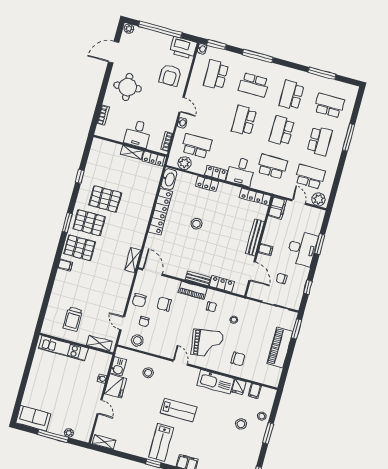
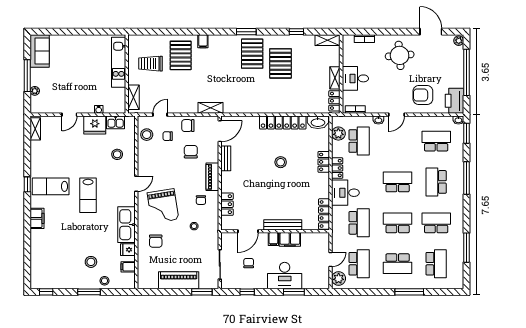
shelving: (95, 150) -> (328, 40), added
filing cabinet: (277, 208) -> (290, 239), moved
pallet: (80, 248) -> (181, 55), moved
shelving: (133, 260) -> (210, 108), moved
bench: (198, 279) -> (226, 158), moved

